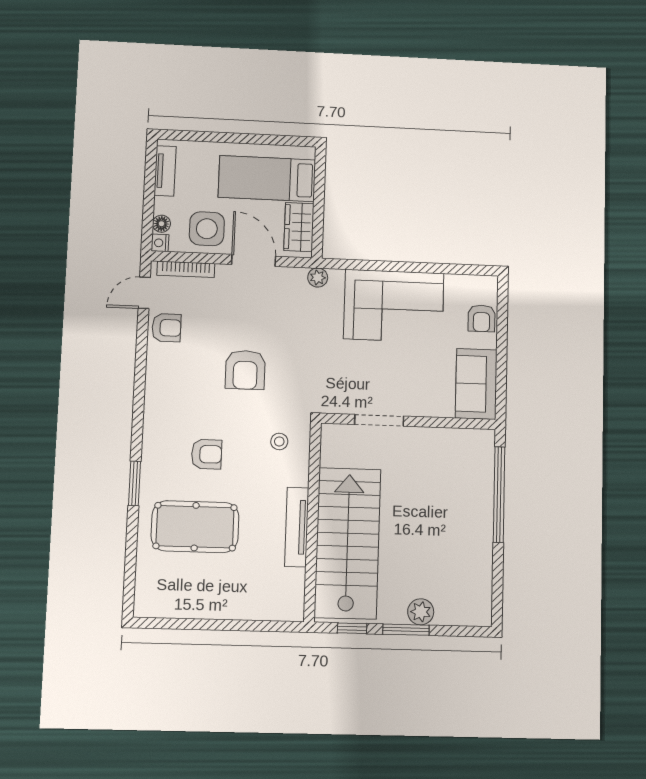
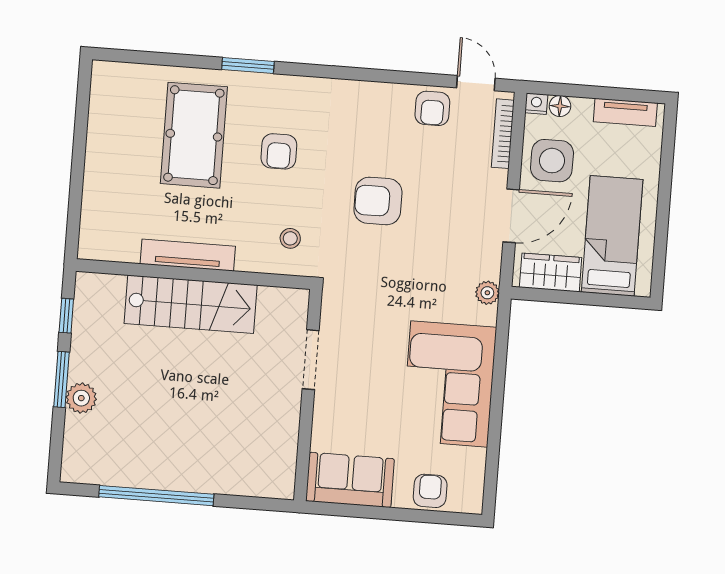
armchair: (482, 318) -> (430, 491), turned 90
window: (499, 494) -> (156, 496), moved
stairs: (348, 543) -> (191, 304), width x0.73, depth x0.66

